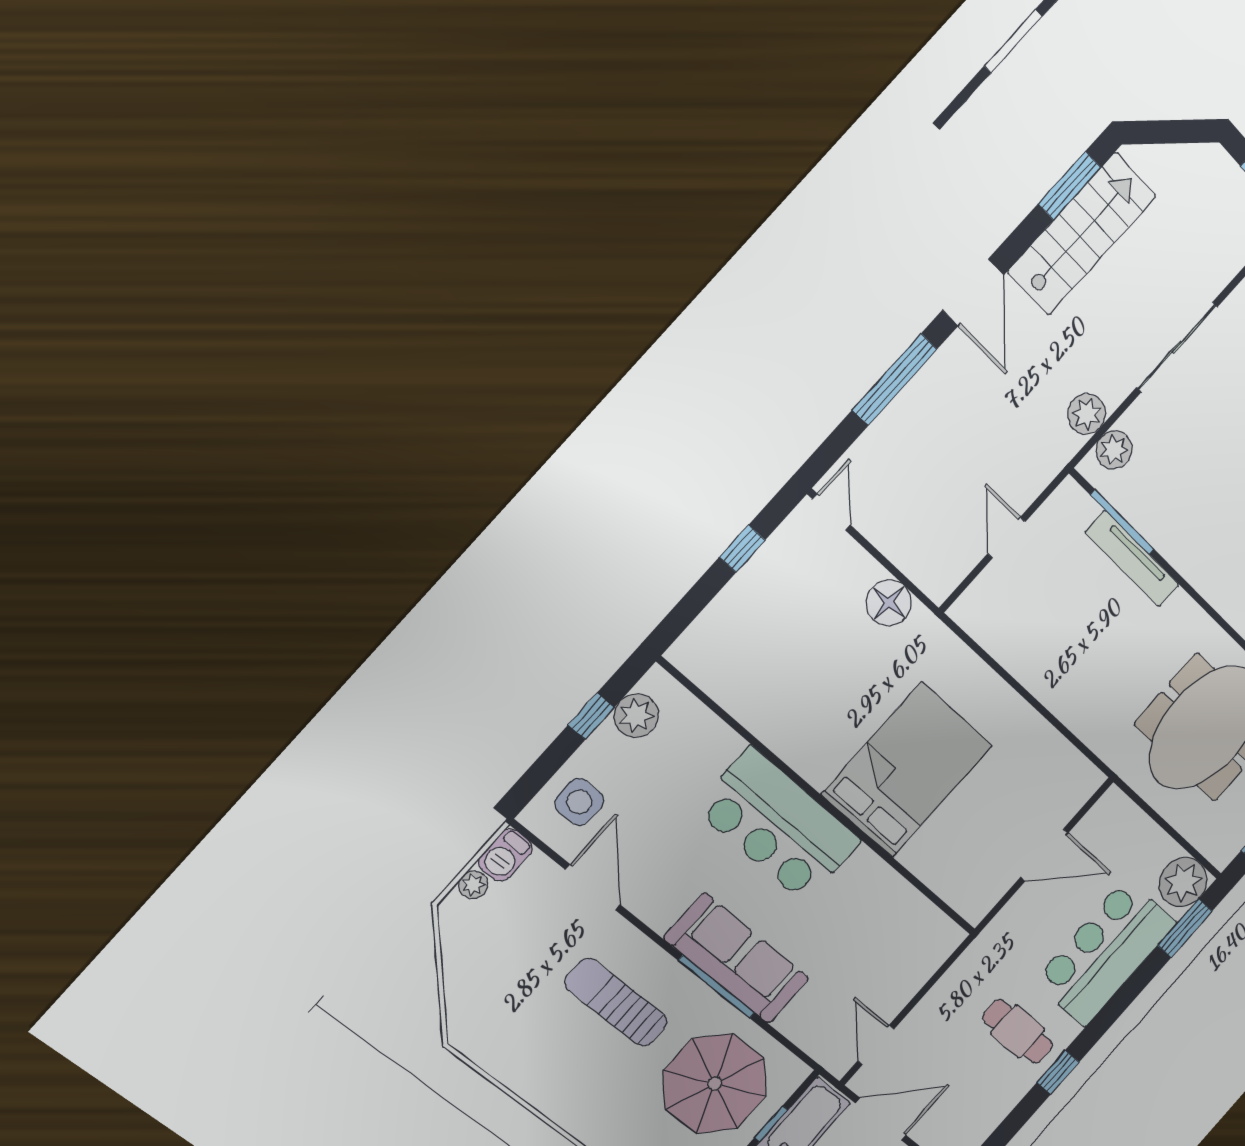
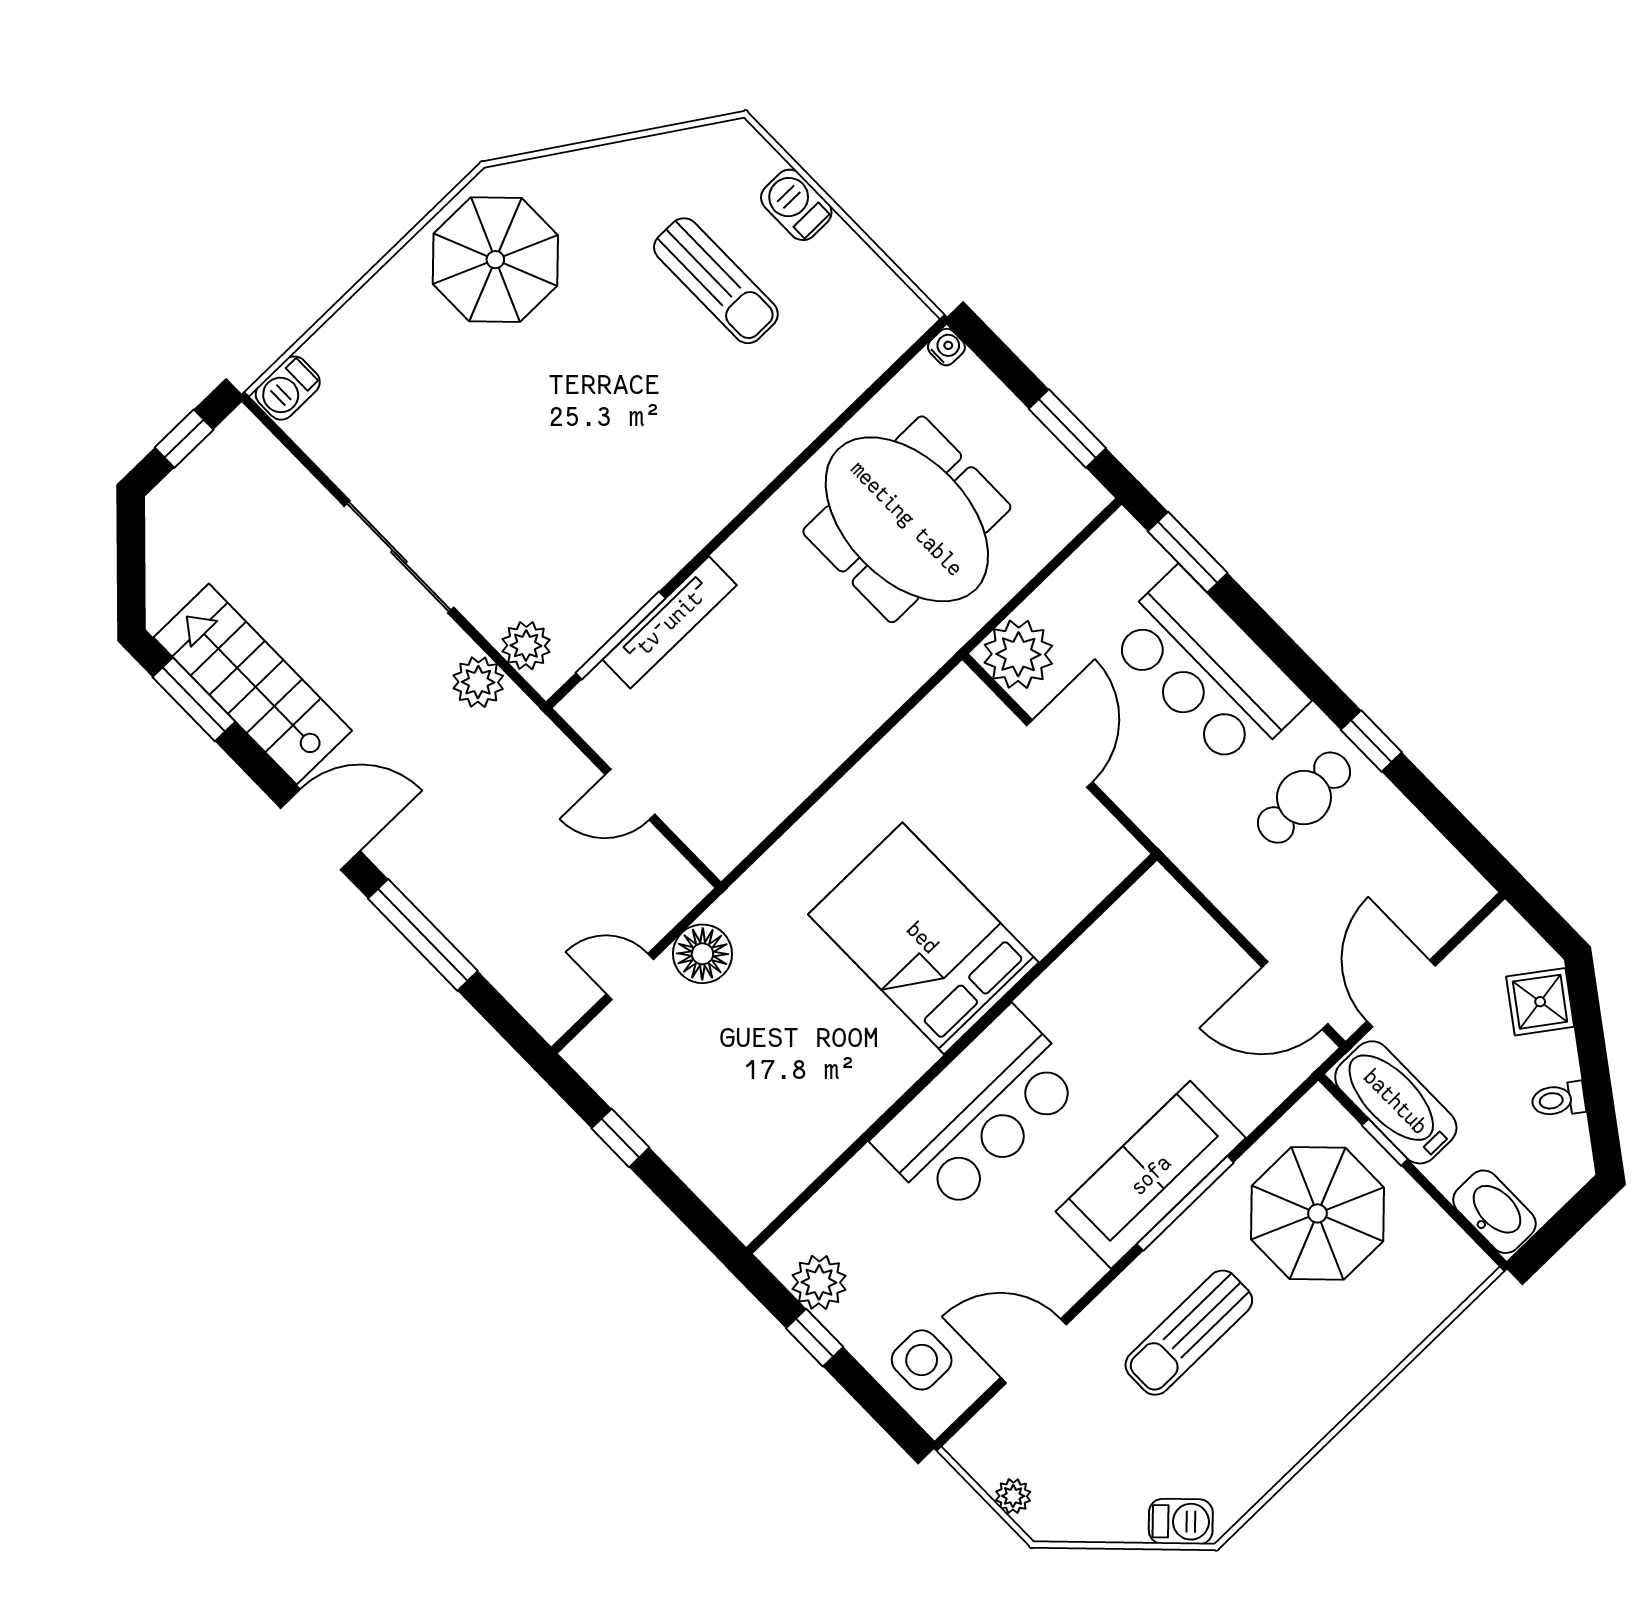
door: (831, 512) -> (630, 977), moved
barbecue: (506, 855) -> (1181, 1522), moved, turned -45
plant: (1183, 882) -> (1018, 654), moved
door: (876, 1045) -> (1295, 996), width x1.38

